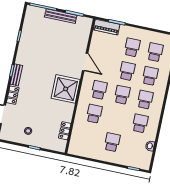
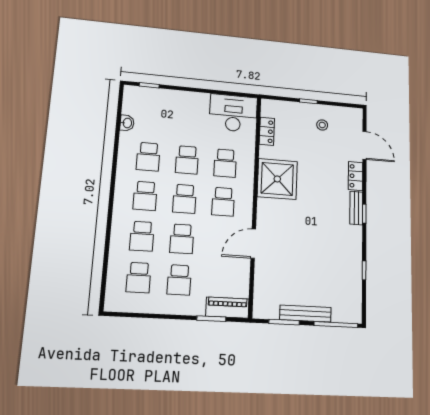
door: (85, 62) -> (253, 244), hinge flipped
shower: (66, 89) -> (277, 179), moved
school desk: (112, 142) -> (187, 160), moved
desk: (84, 145) -> (233, 113), added

